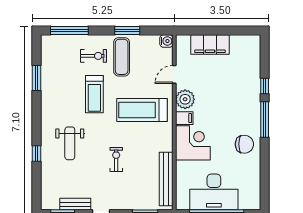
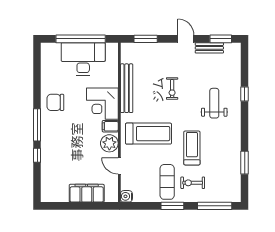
window: (127, 30) -> (172, 206), moved
door: (174, 74) -> (119, 166), swing flipped
bench: (166, 179) -> (127, 88), moved

